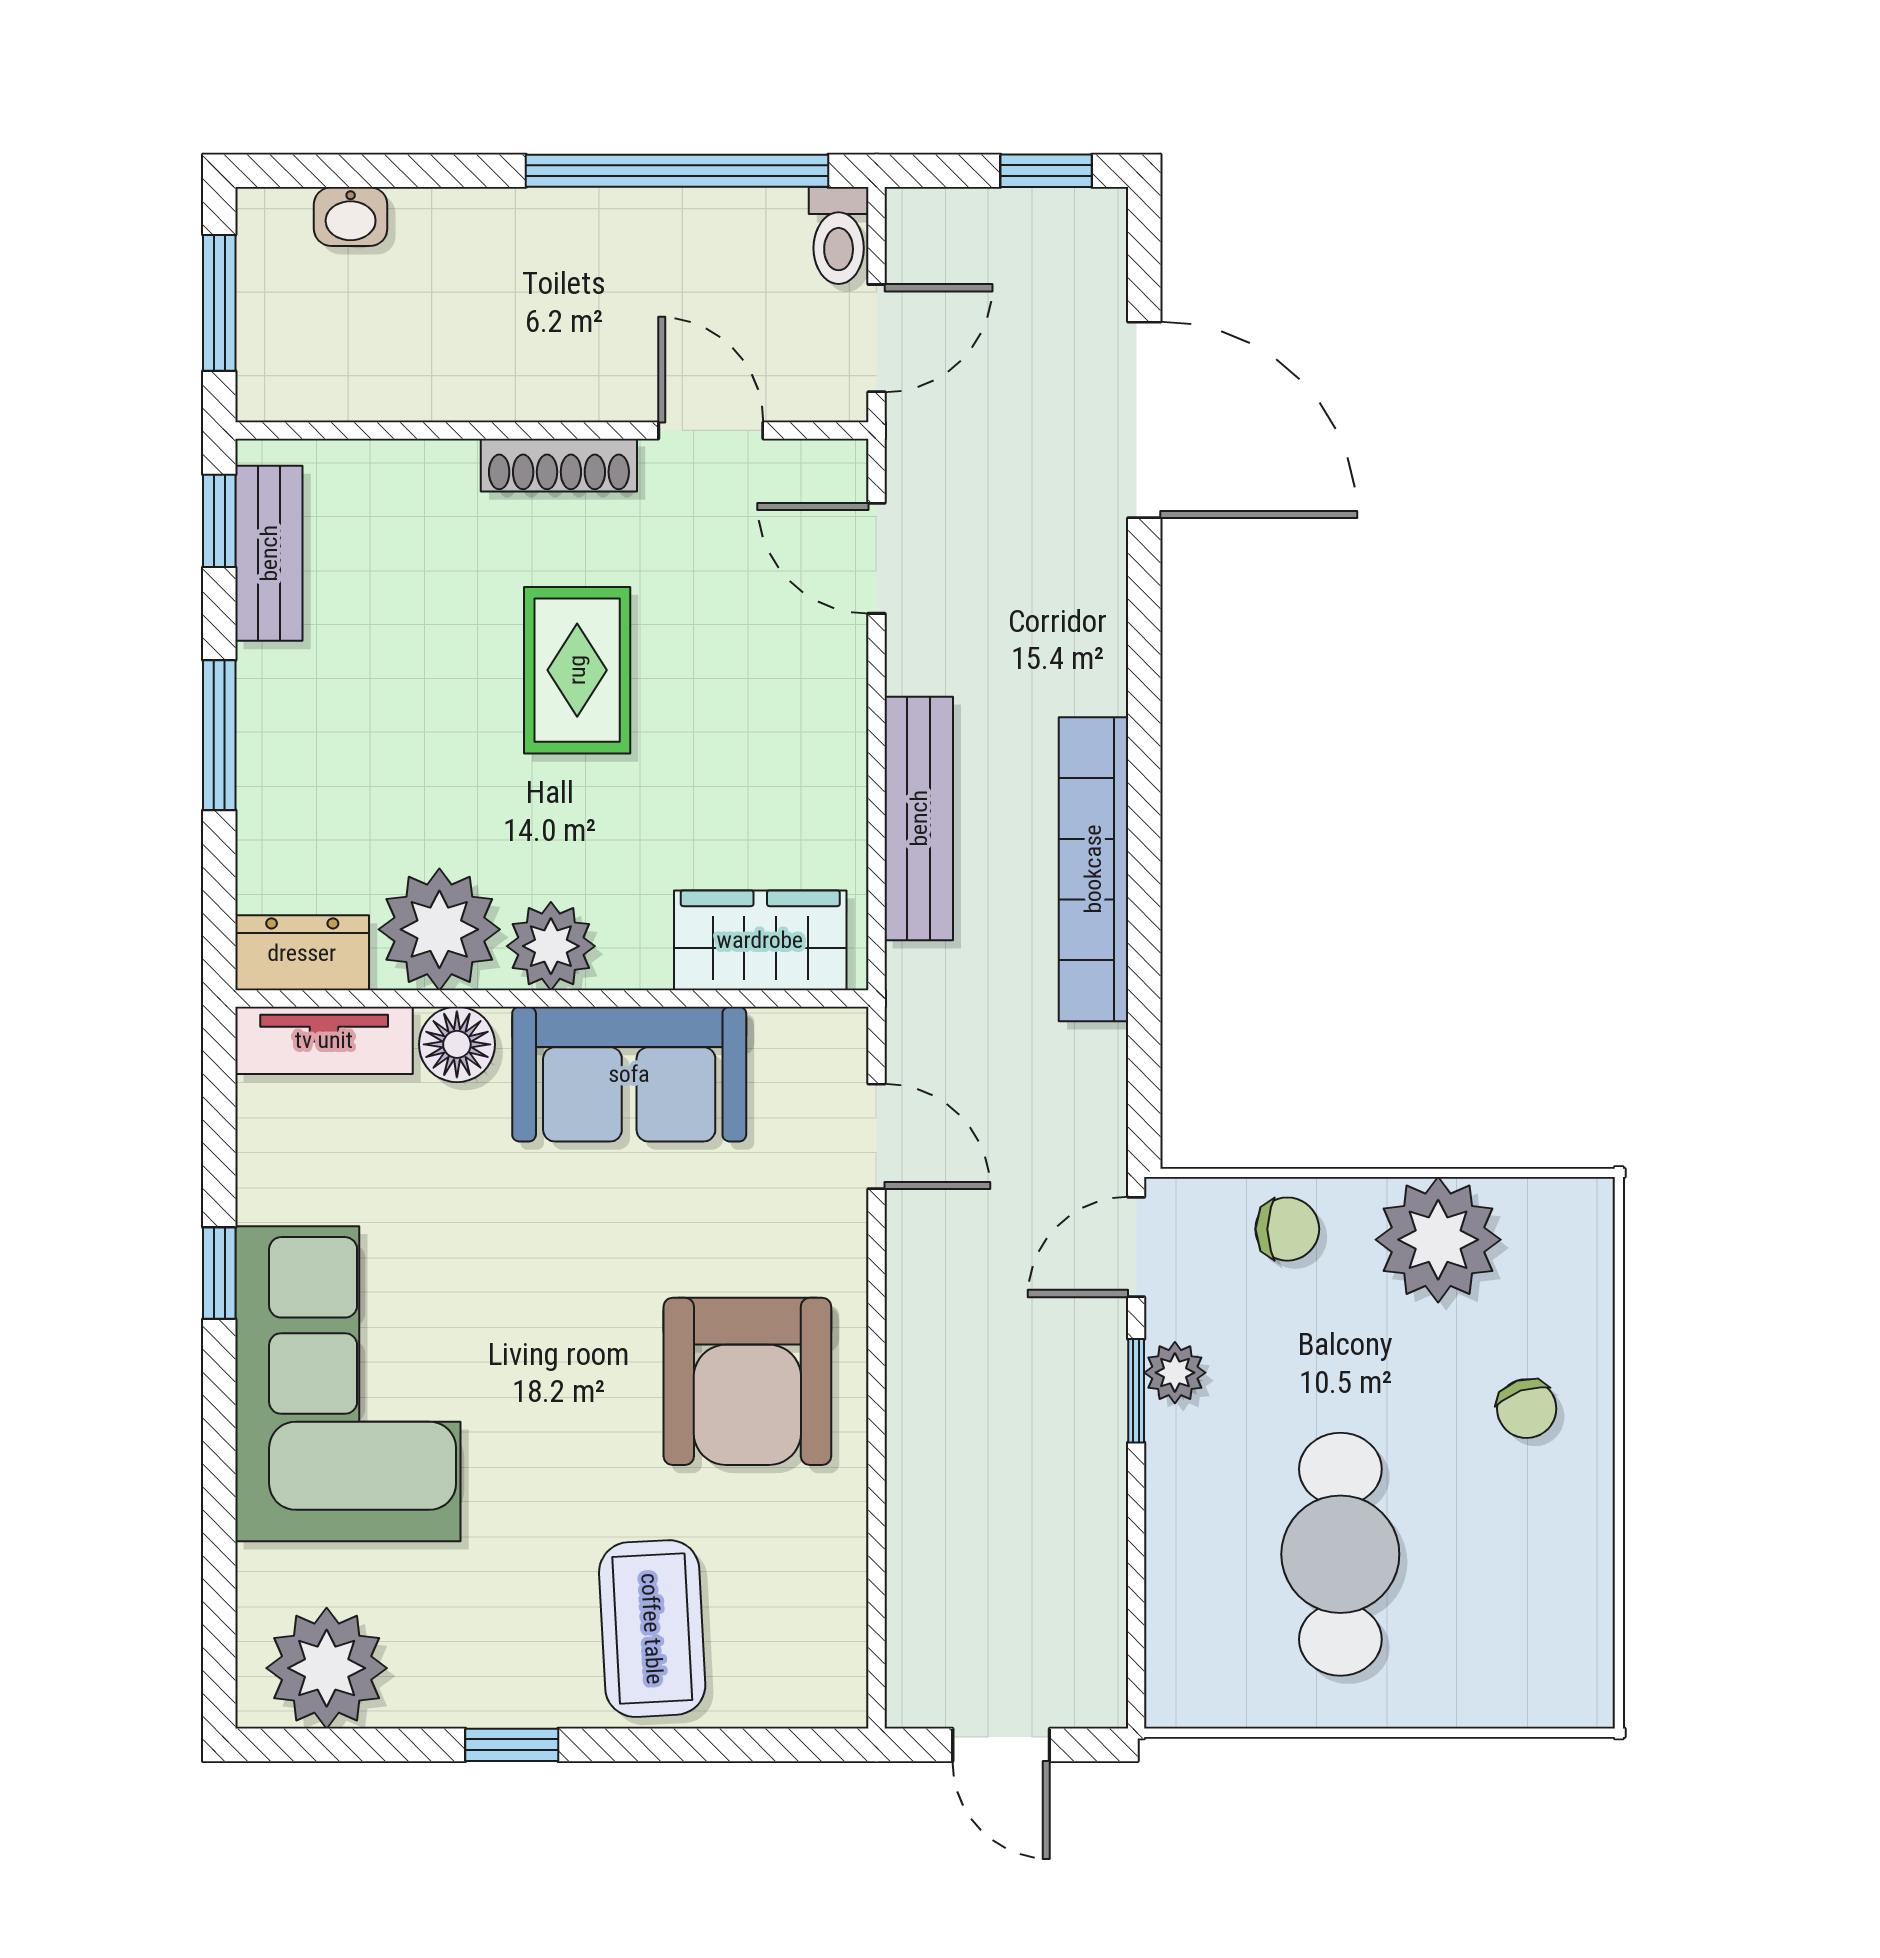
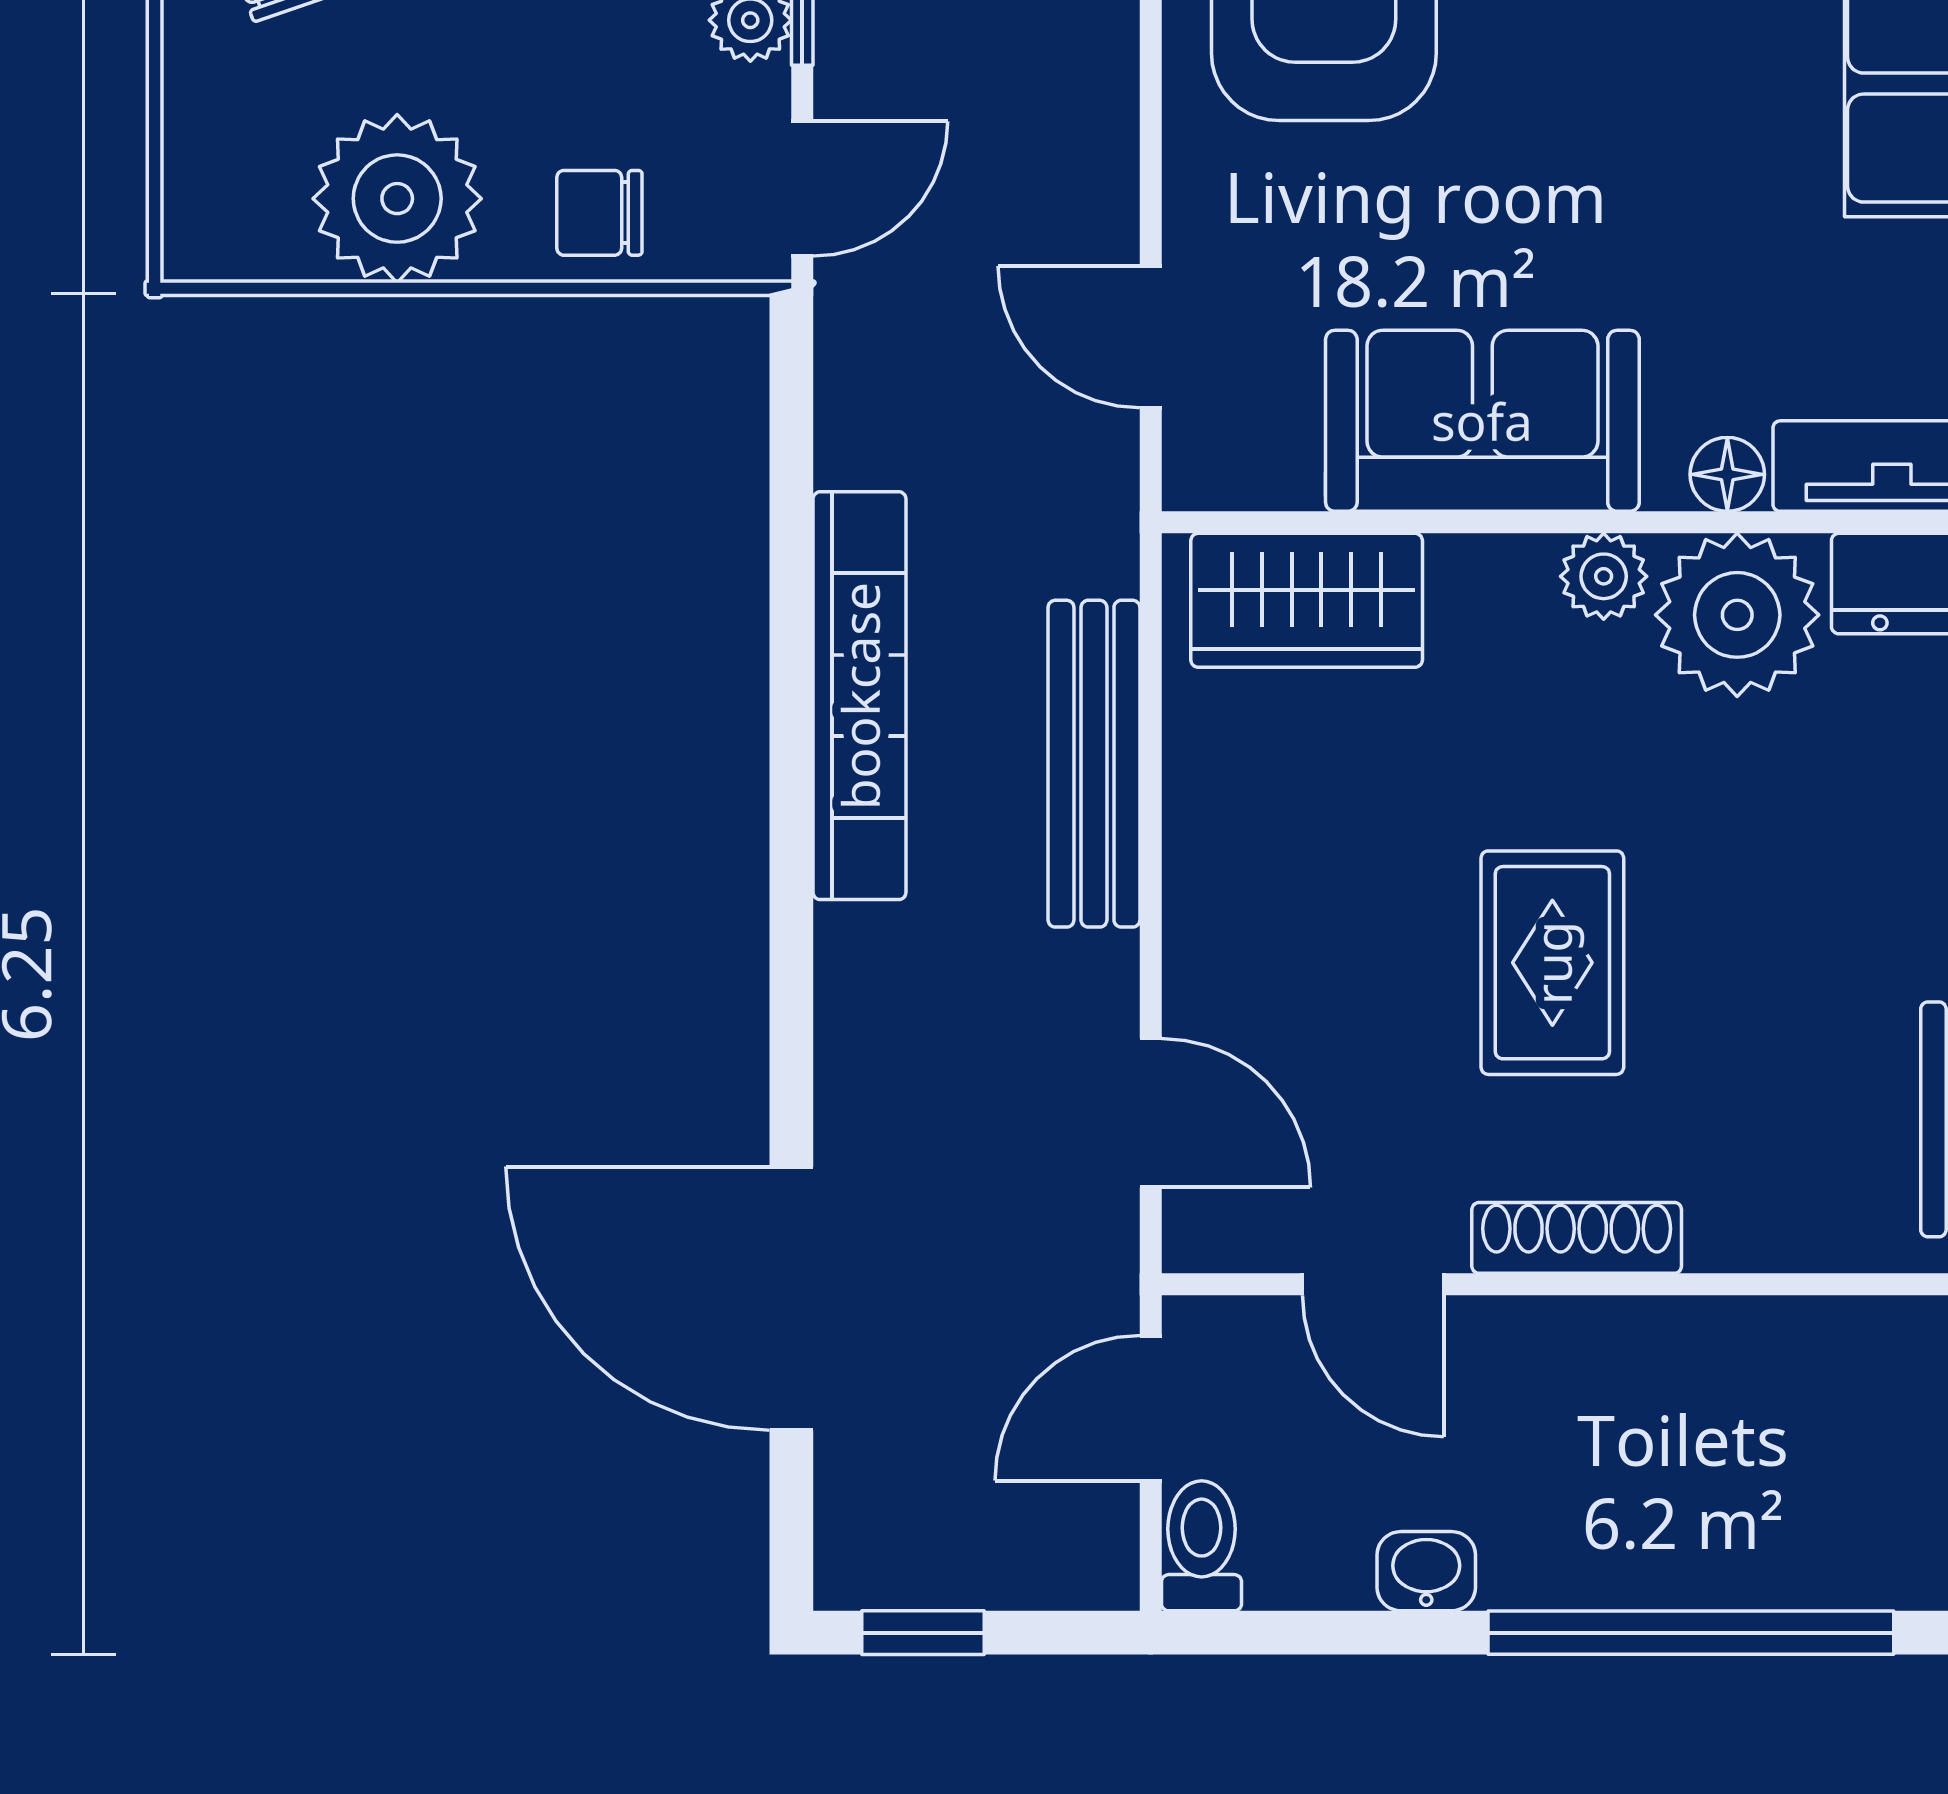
window: (677, 171) -> (1691, 1633), moved
washbasin: (351, 217) -> (1426, 1571), moved
plant: (551, 946) -> (1604, 576), width x0.73, depth x0.73
floor lamp: (457, 1044) -> (1727, 474), width x0.73, depth x0.73

